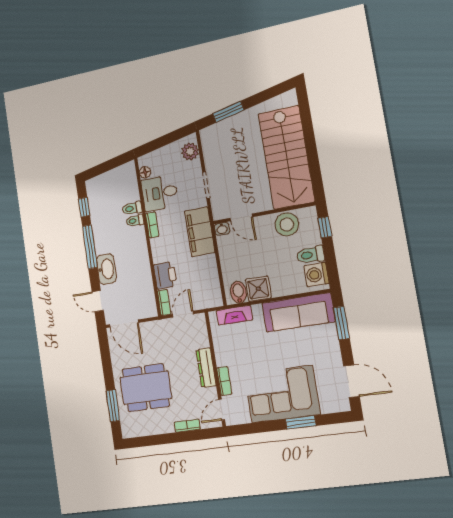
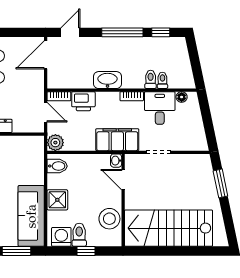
plant: (190, 151) -> (55, 143), moved
door: (241, 217) -> (123, 180), hinge flipped
toilet: (135, 221) -> (162, 80), moved
window: (325, 227) -> (86, 251), moved
washbasin: (106, 269) -> (108, 80), moved, turned 180
shower: (258, 289) -> (57, 200), moved
fireplace: (234, 315) -> (37, 159), removed

